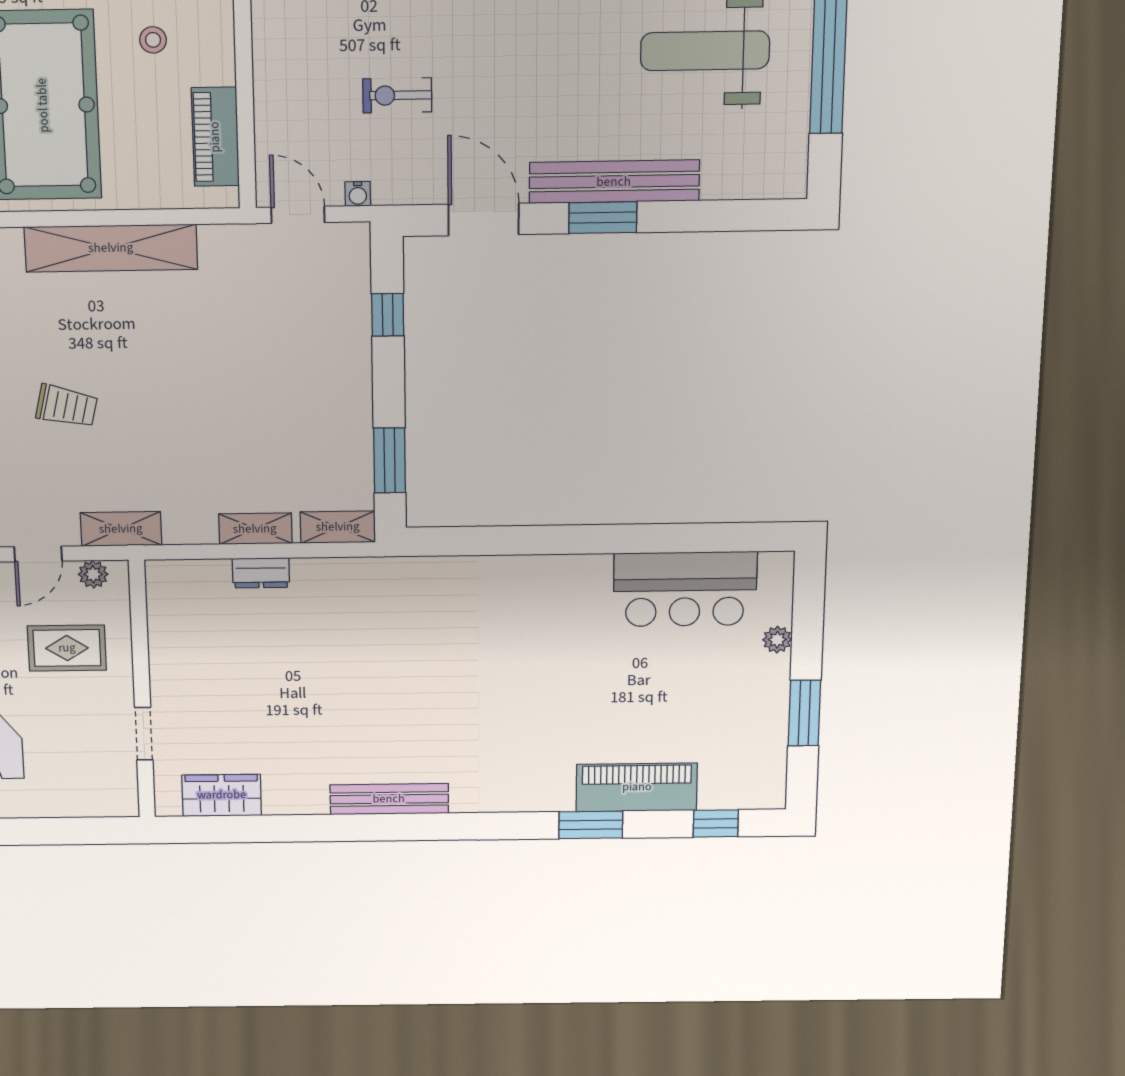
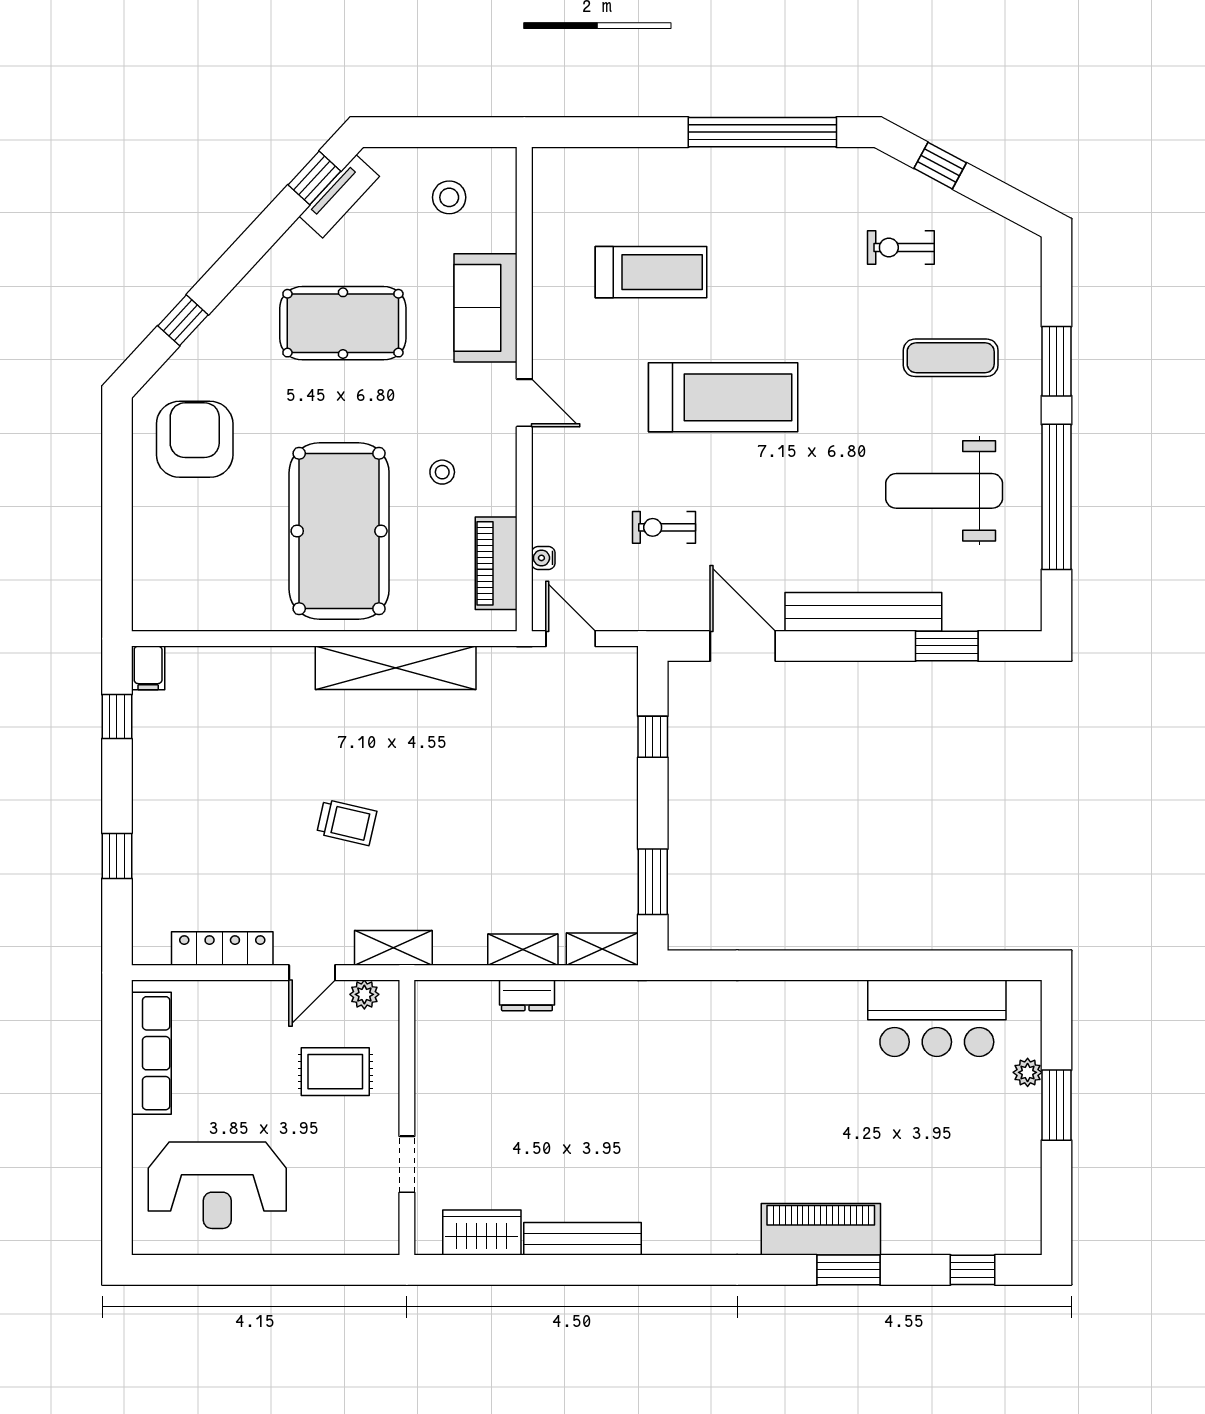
water cooler: (358, 194) -> (543, 558), moved, turned 90
window: (603, 218) -> (947, 646), moved
window: (804, 713) -> (1056, 1105), moved
piano: (637, 787) -> (821, 1229), moved
bench: (389, 799) -> (582, 1239), moved

